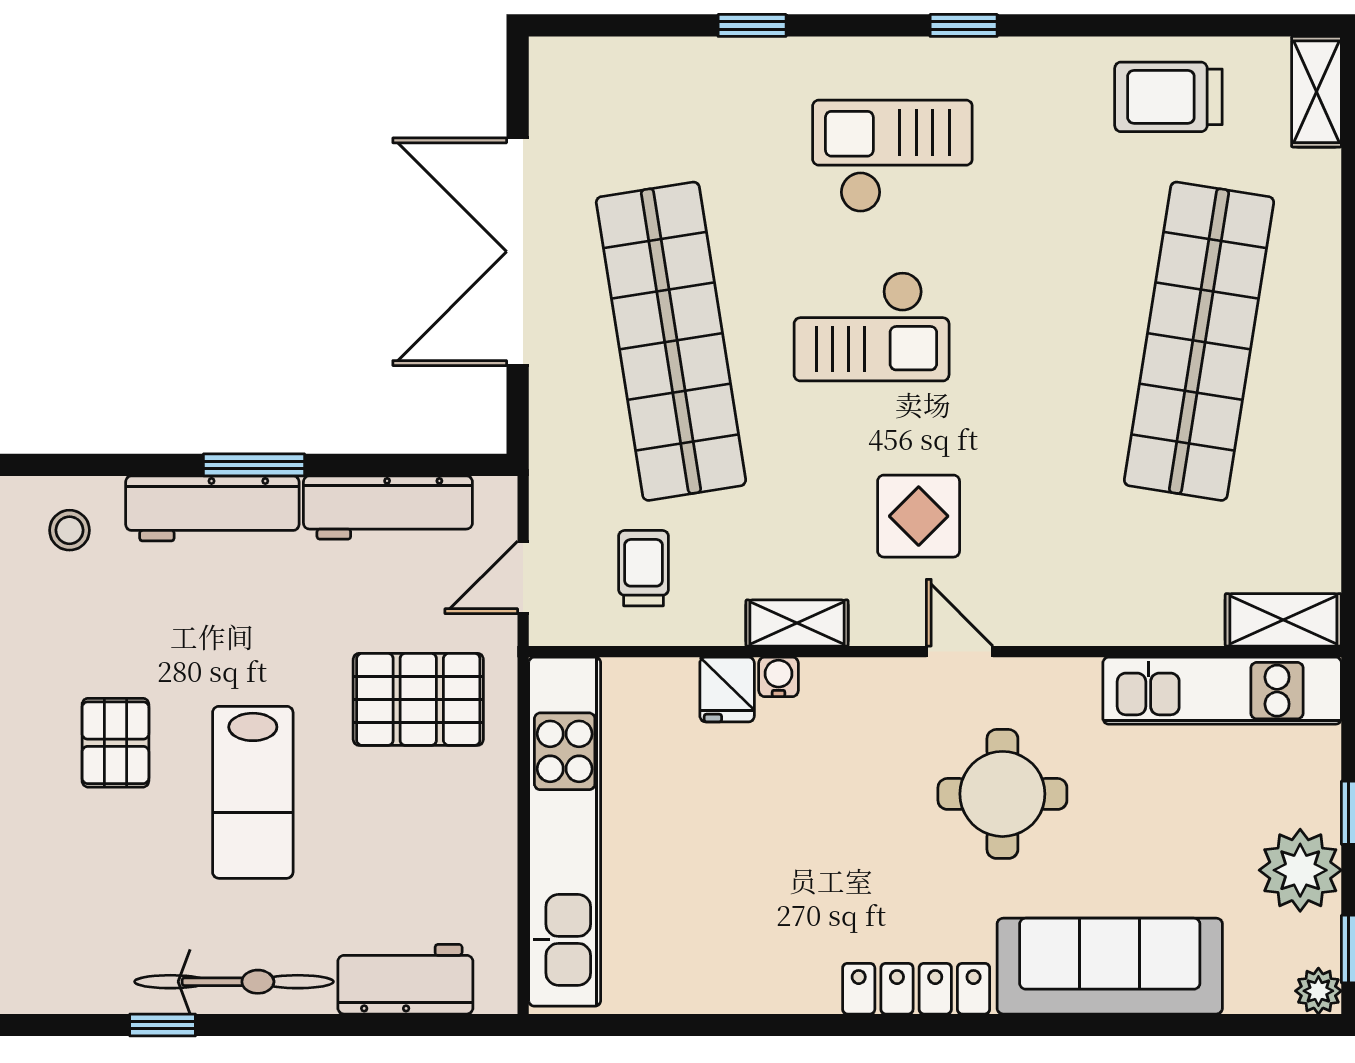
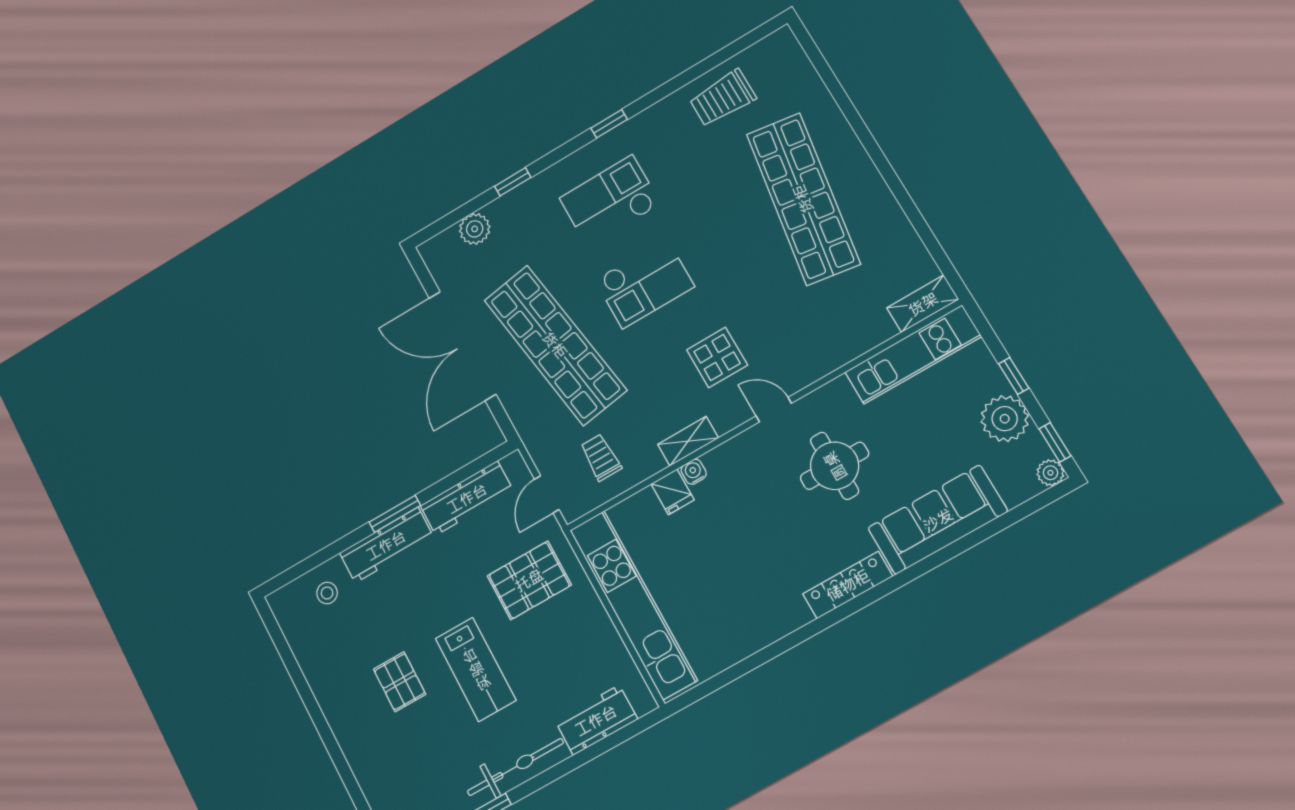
plant: (645, 67) -> (475, 229), added
shelving: (1317, 92) -> (791, 54), removed

